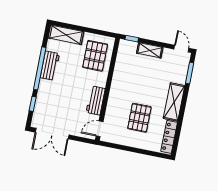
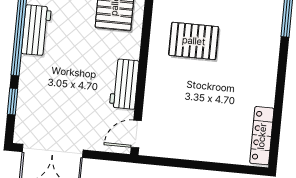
shelving: (174, 102) -> (264, 73), removed
pallet: (139, 118) -> (194, 41), moved, turned 90

